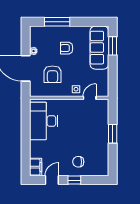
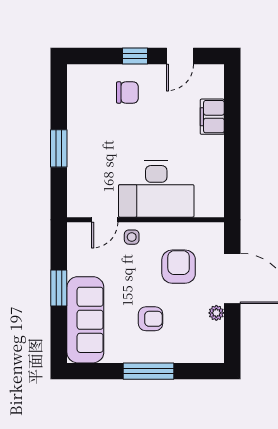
window: (57, 22) -> (148, 371), moved
window: (113, 46) -> (59, 288), moved
desk: (44, 121) -> (156, 189), moved, turned 90
filing cabinet: (36, 167) -> (212, 117), moved

